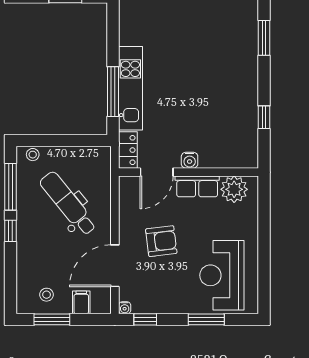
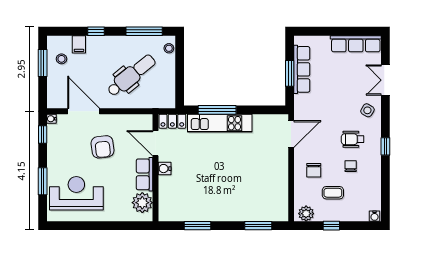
window: (264, 117) -> (197, 226), width x1.50
window: (10, 231) -> (96, 31), moved
filing cabinet: (81, 302) -> (79, 44), moved, turned 90

